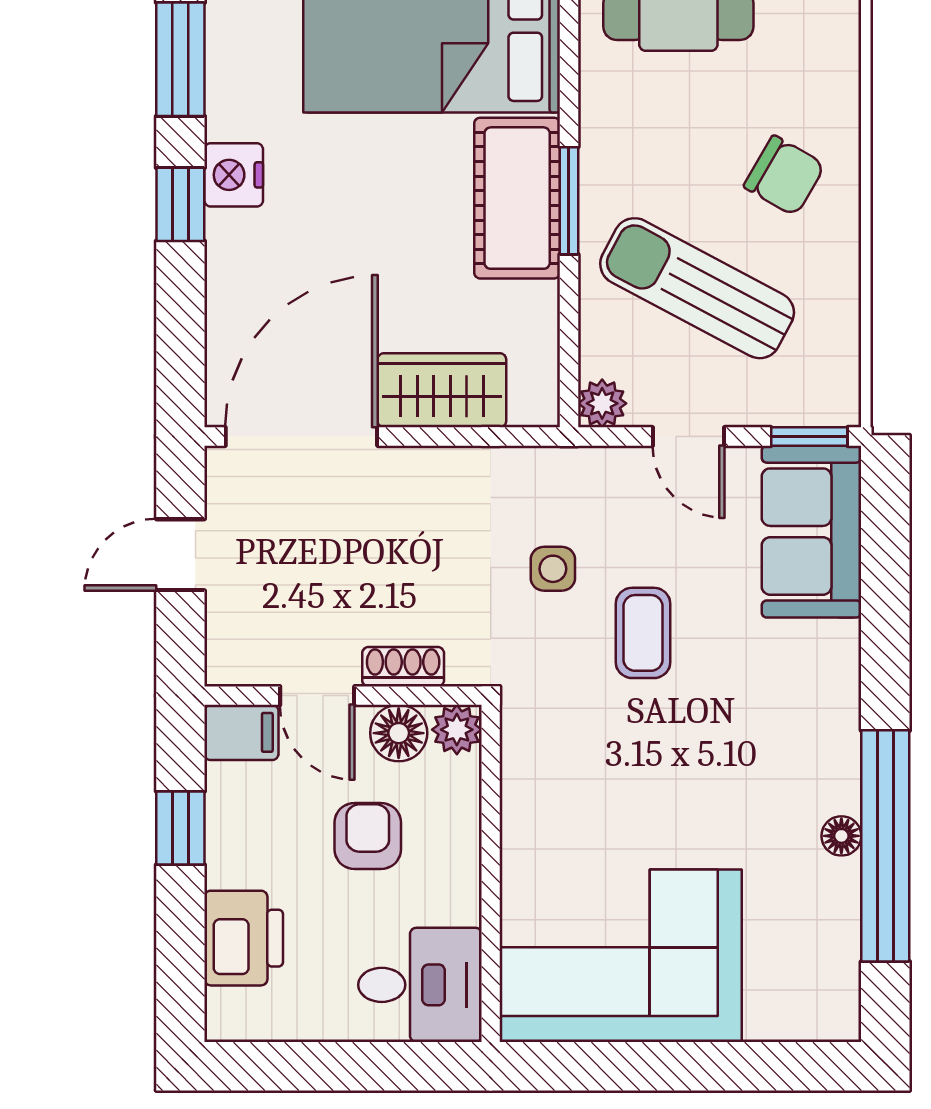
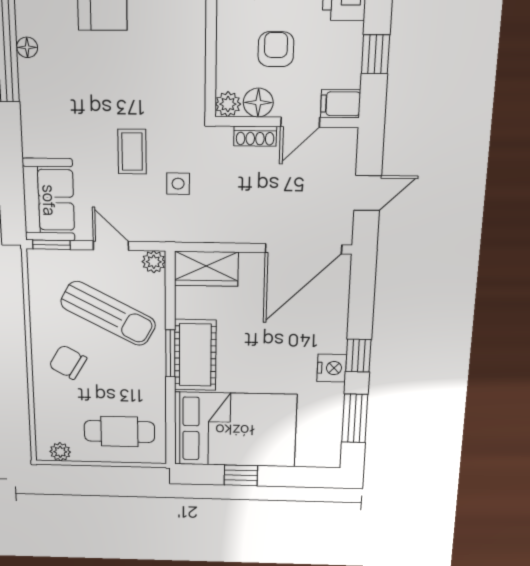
wardrobe: (442, 390) -> (206, 269), moved
door: (317, 696) -> (300, 122), swing flipped
armchair: (368, 836) -> (276, 49), turned 180

